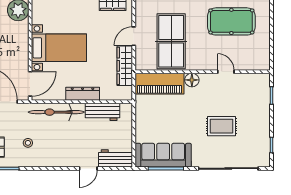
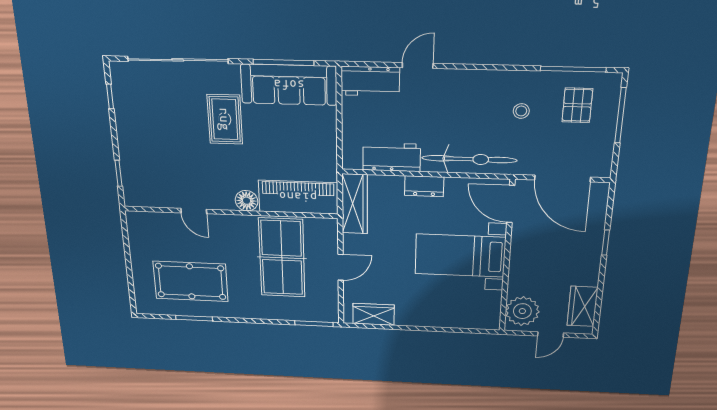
wardrobe: (125, 66) -> (355, 204), moved
door: (30, 84) -> (511, 204), hinge flipped
dresser: (83, 94) -> (424, 186), width x0.70
rug: (222, 126) -> (225, 119), moved, turned 90

